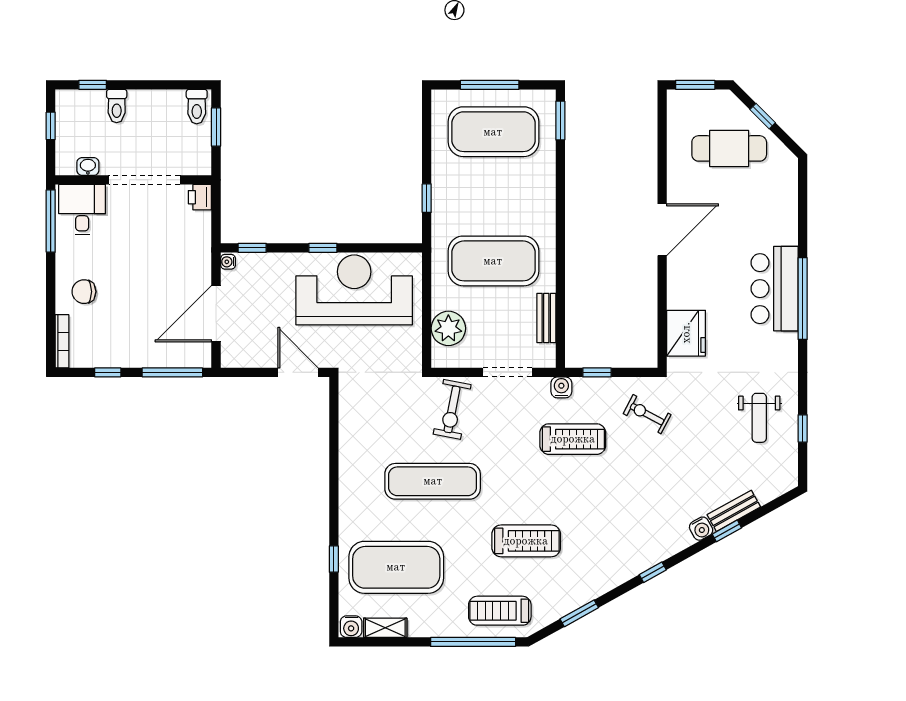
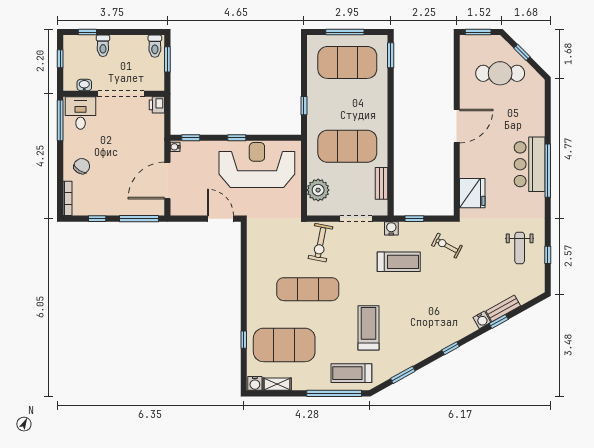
chair: (84, 292) -> (82, 166), turned 122
treadmill: (526, 541) -> (369, 328), turned -90

